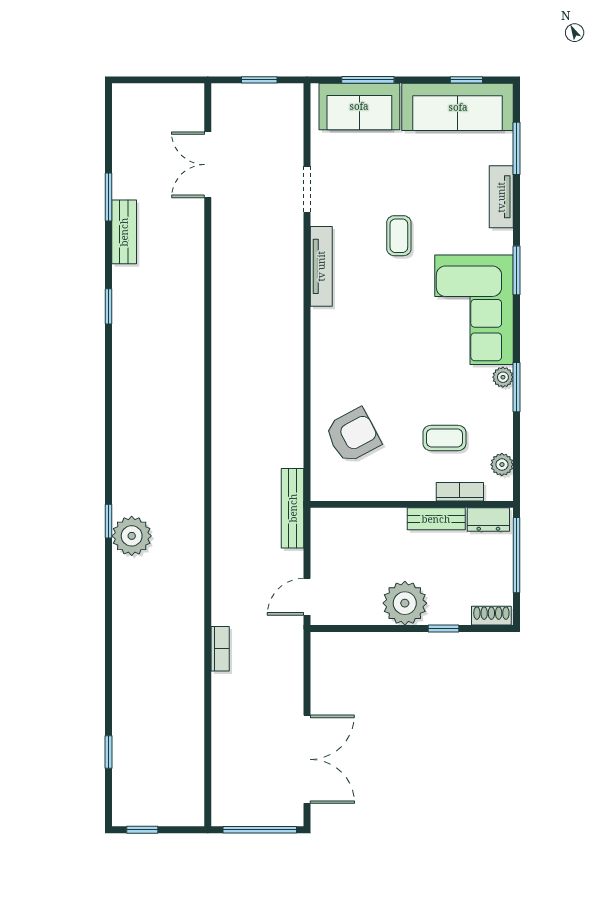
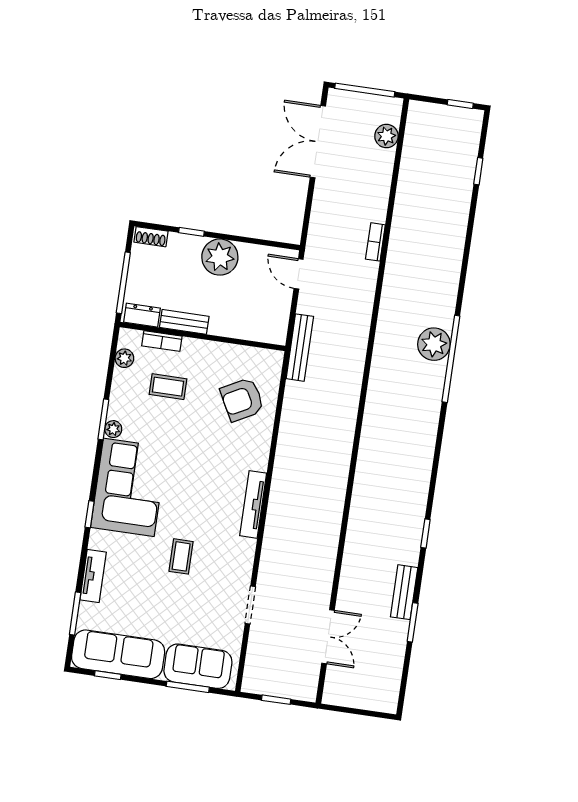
tv unit: (321, 266) -> (253, 504), moved
window: (517, 270) -> (90, 514), width x0.67
window: (109, 521) -> (451, 359), width x3.17
door: (307, 597) -> (299, 274), swing flipped
plant: (225, 778) -> (386, 136), added

